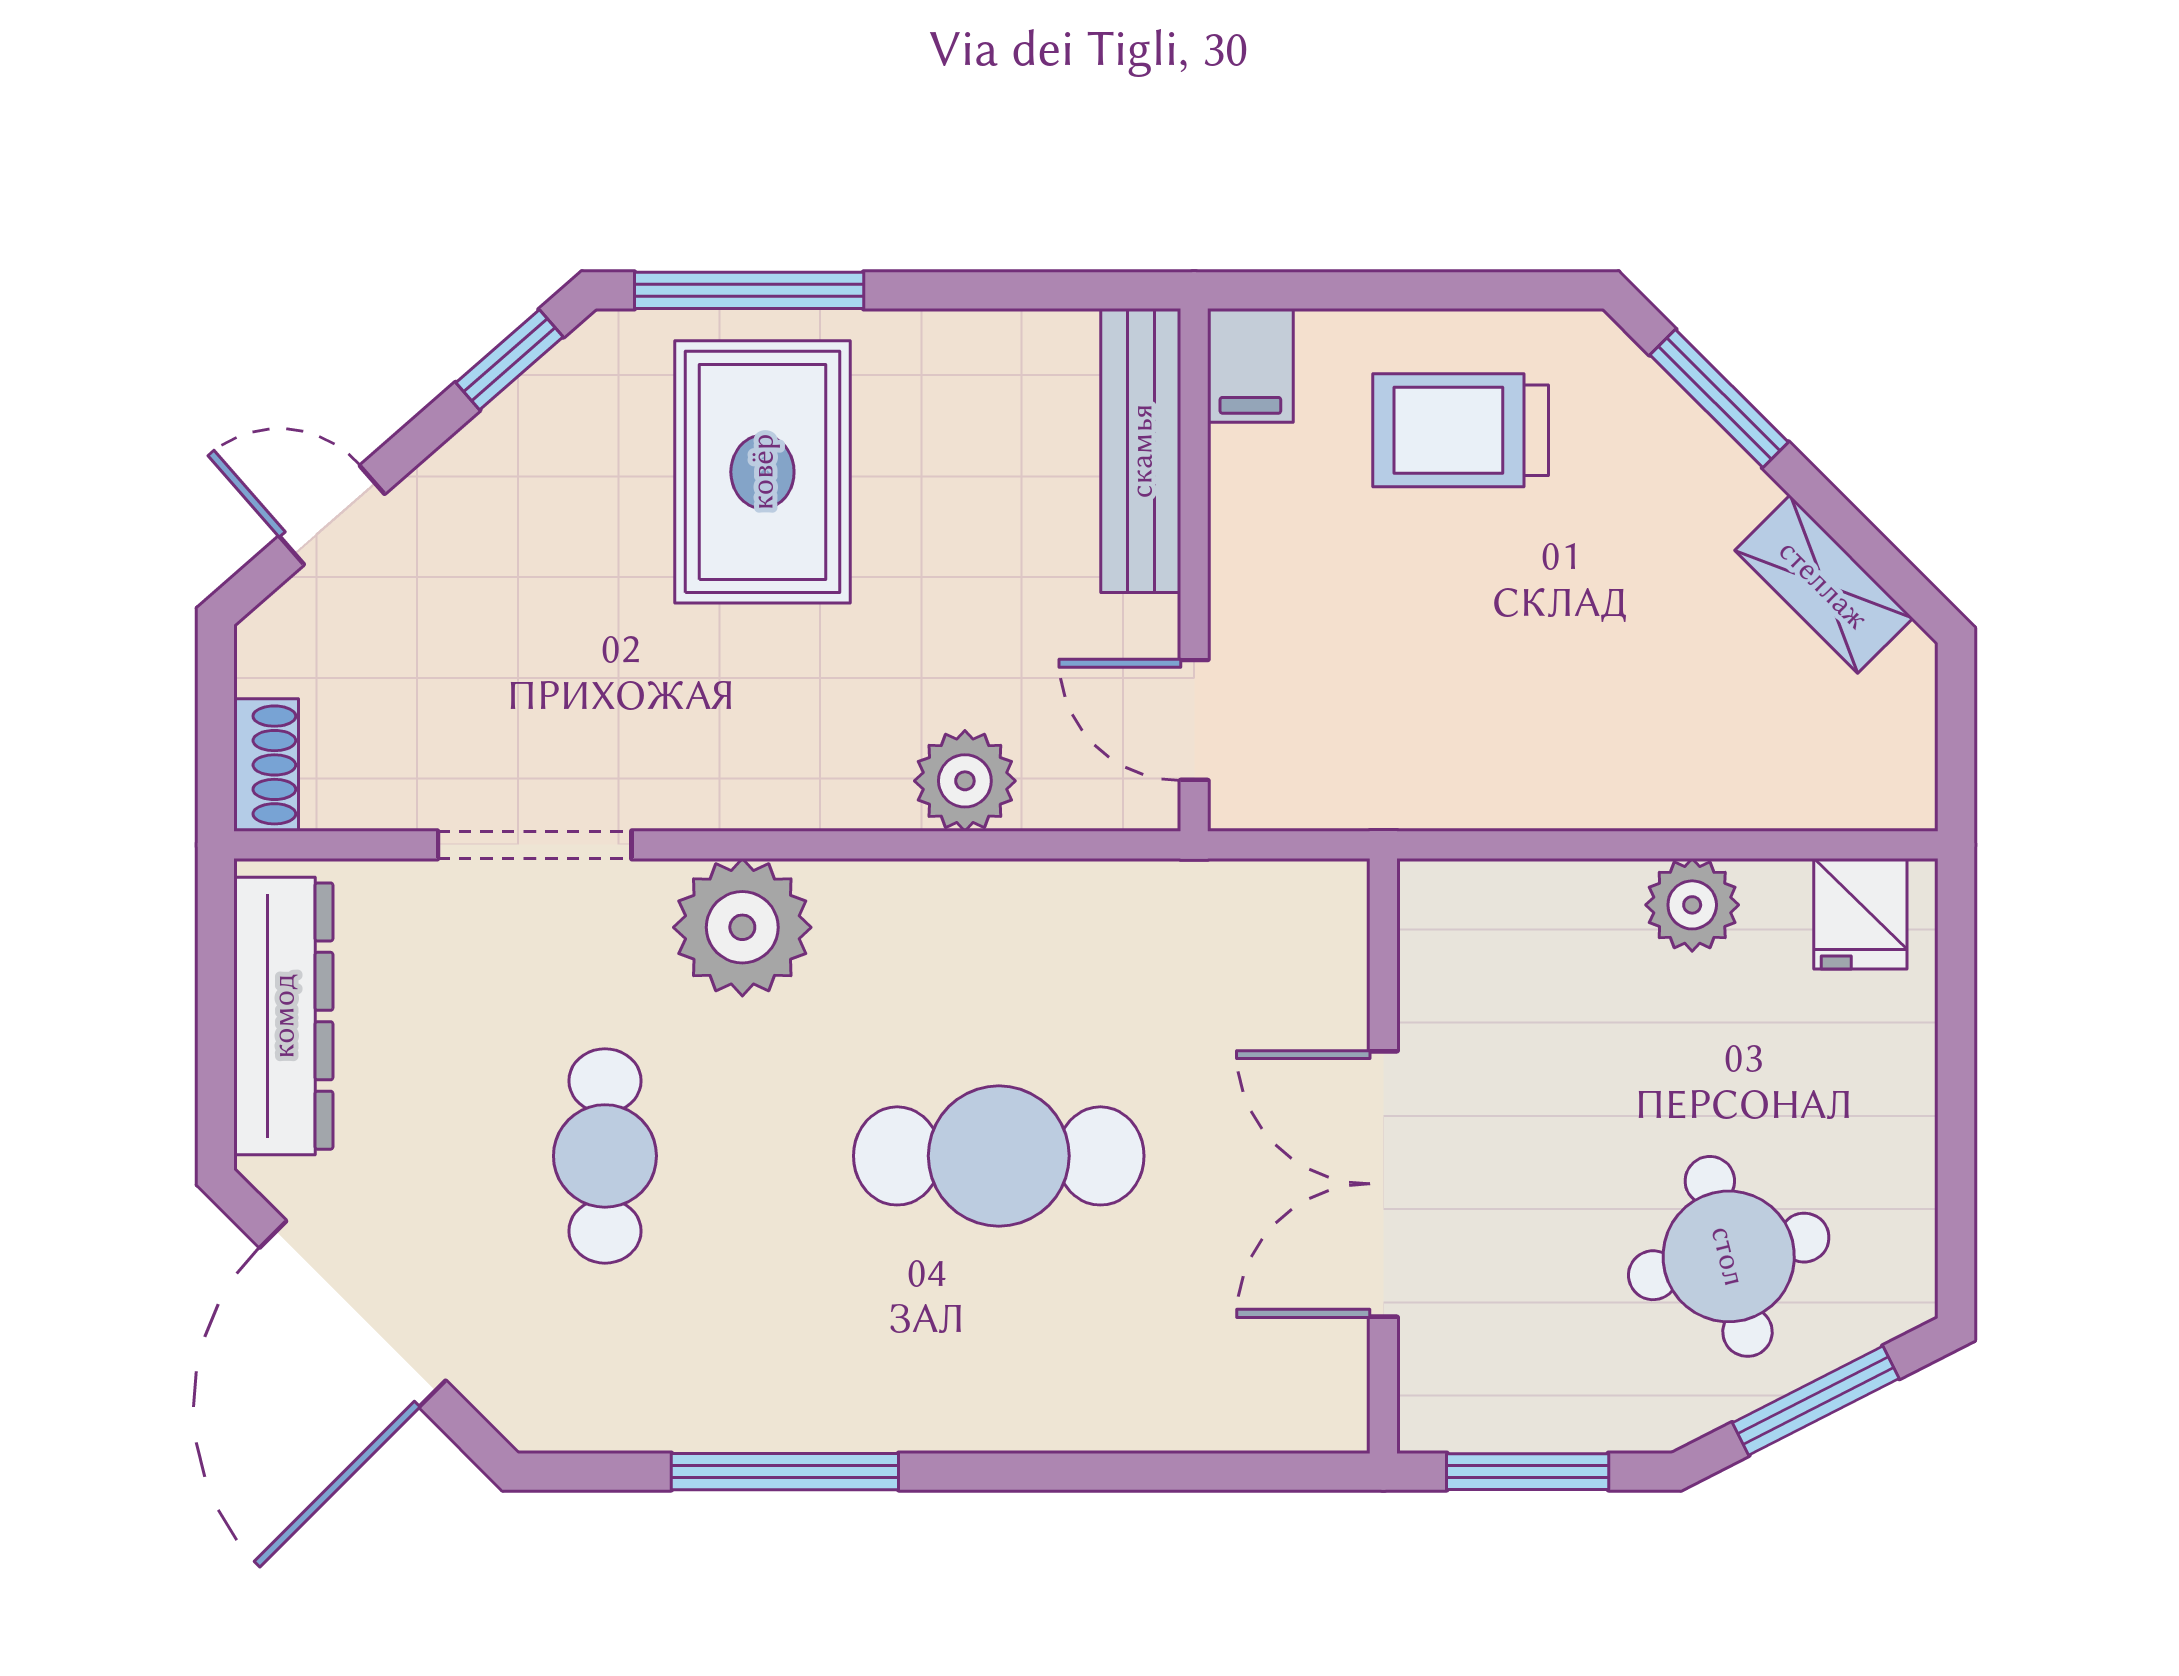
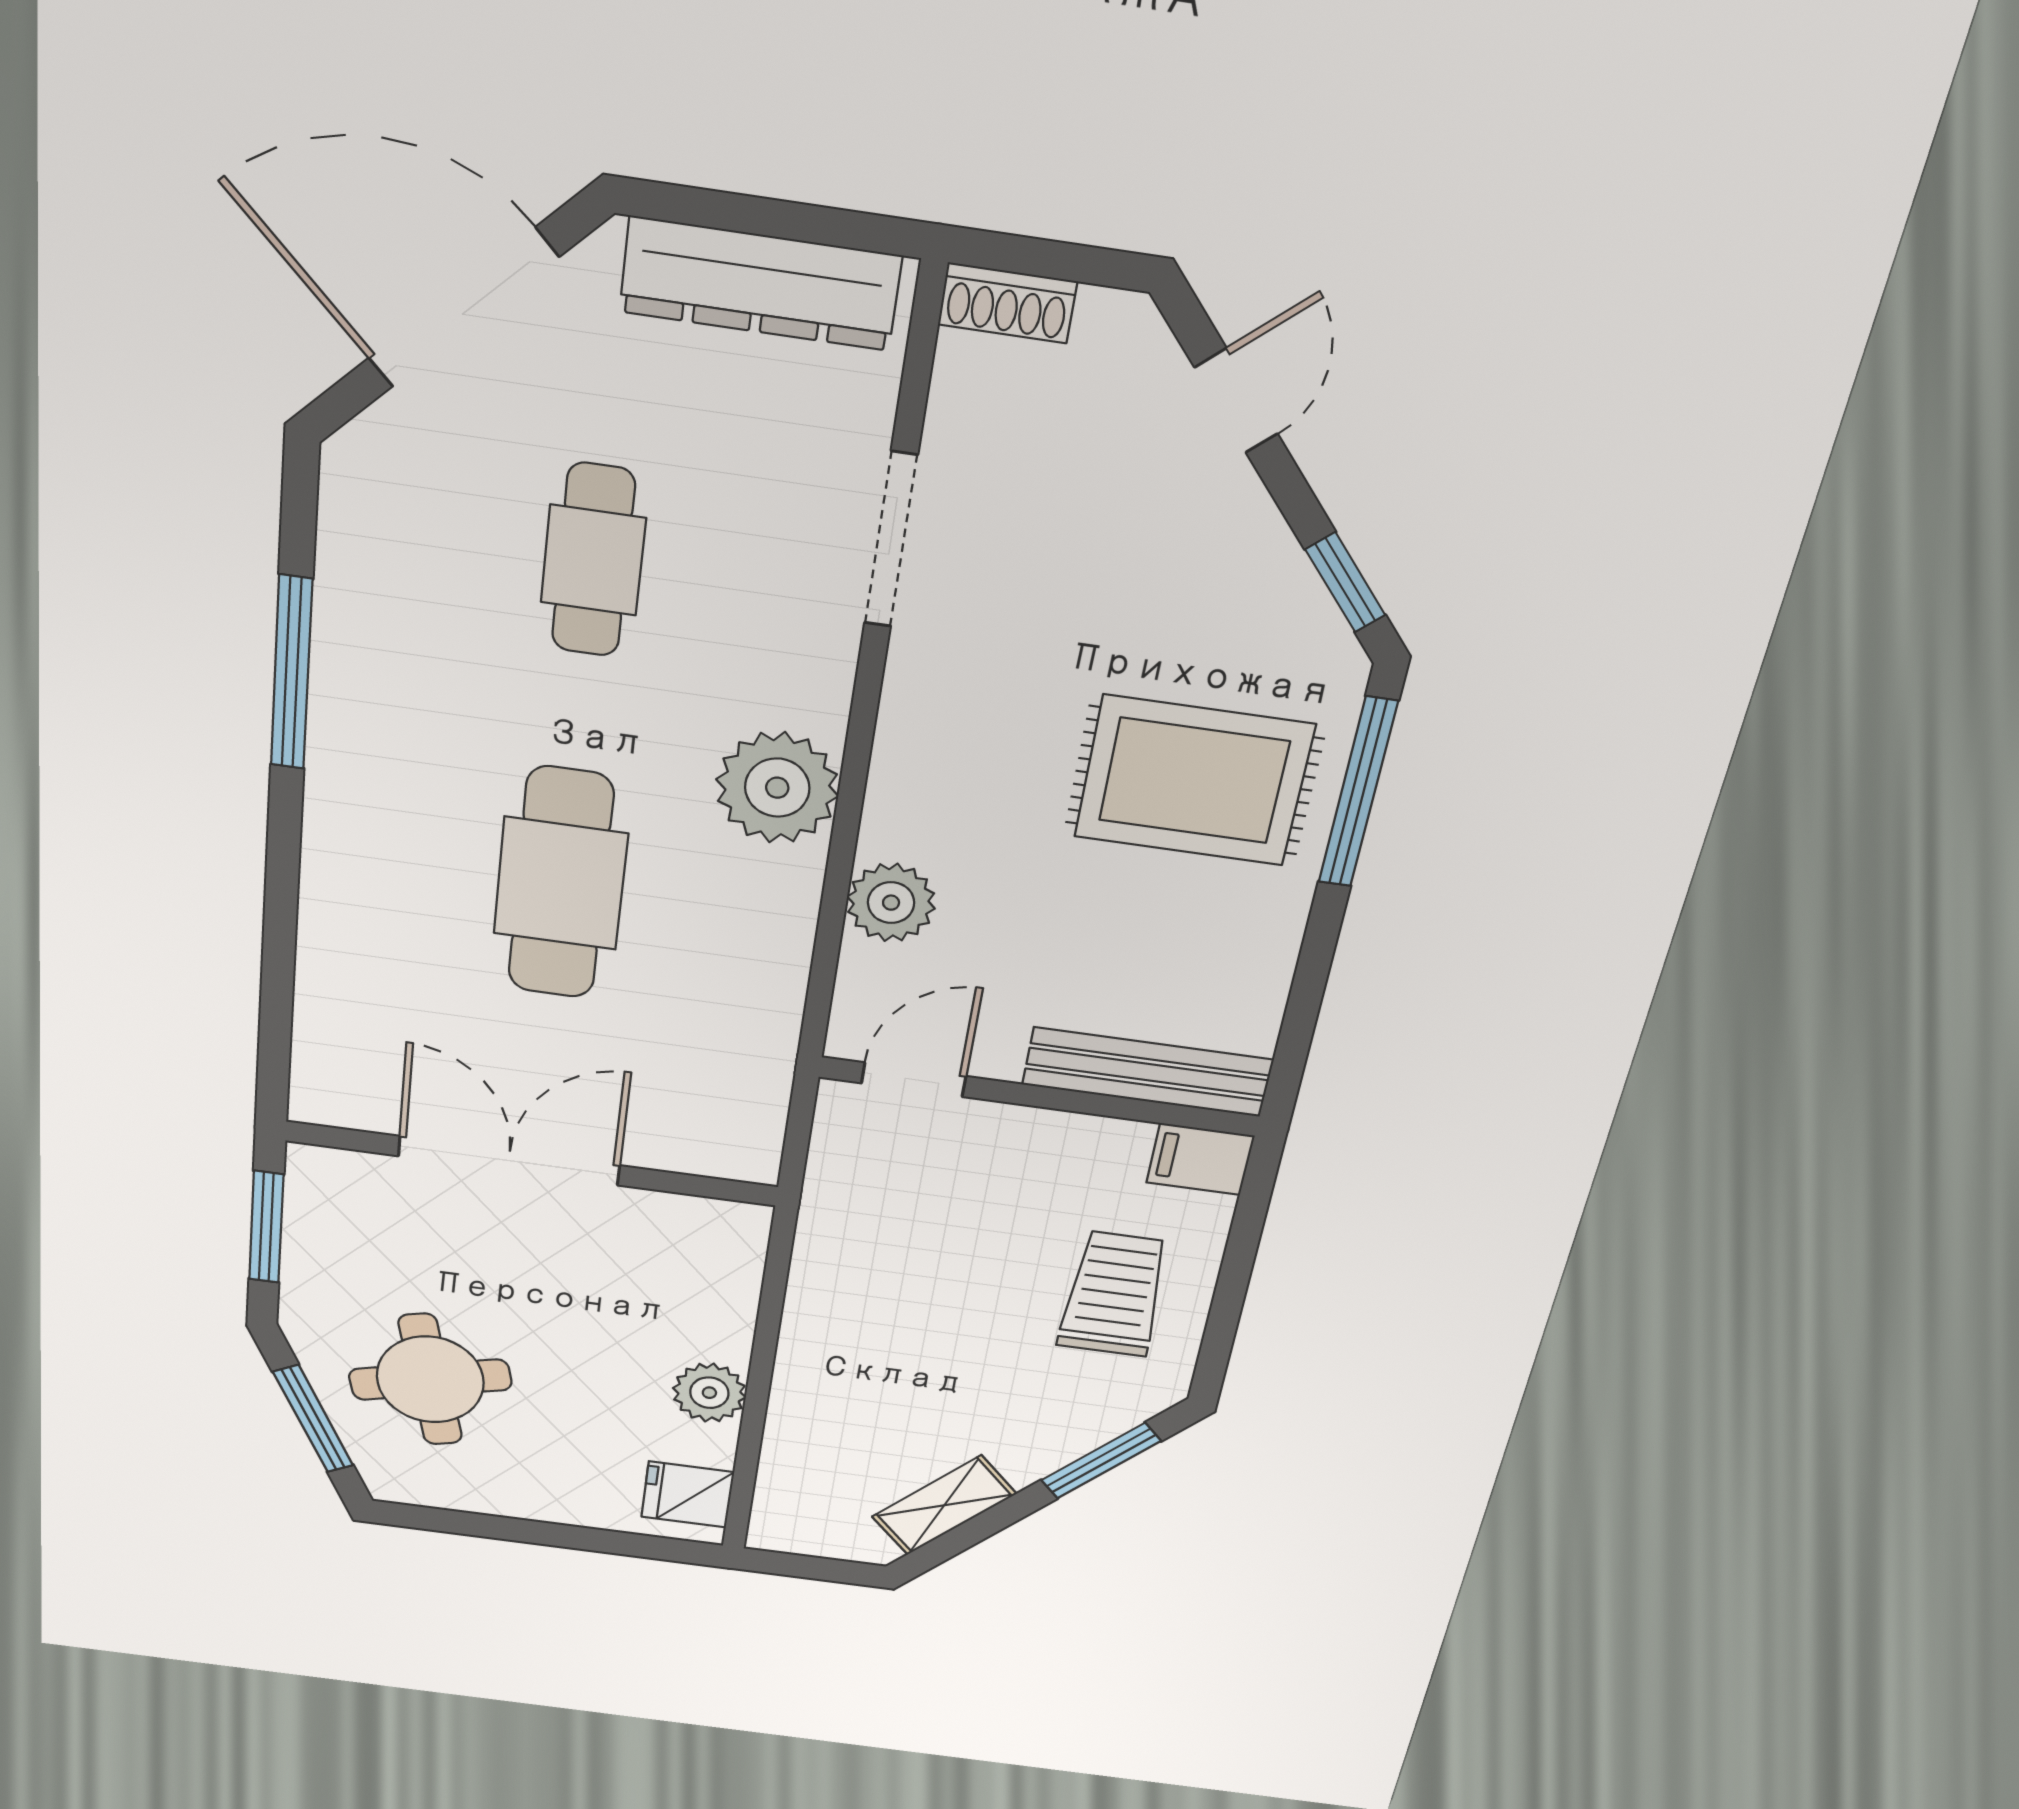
plant: (742, 927) -> (777, 788), moved
cafe table: (605, 1156) -> (593, 560), turned 90

